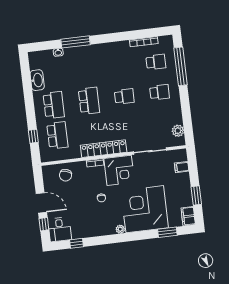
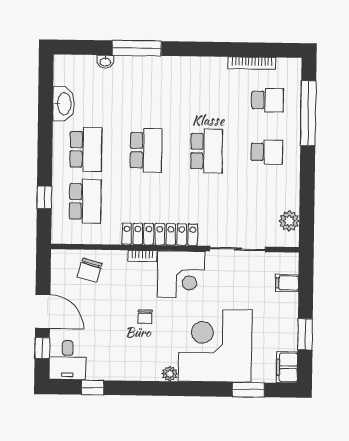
school desk: (124, 96) -> (207, 151), width x1.85

